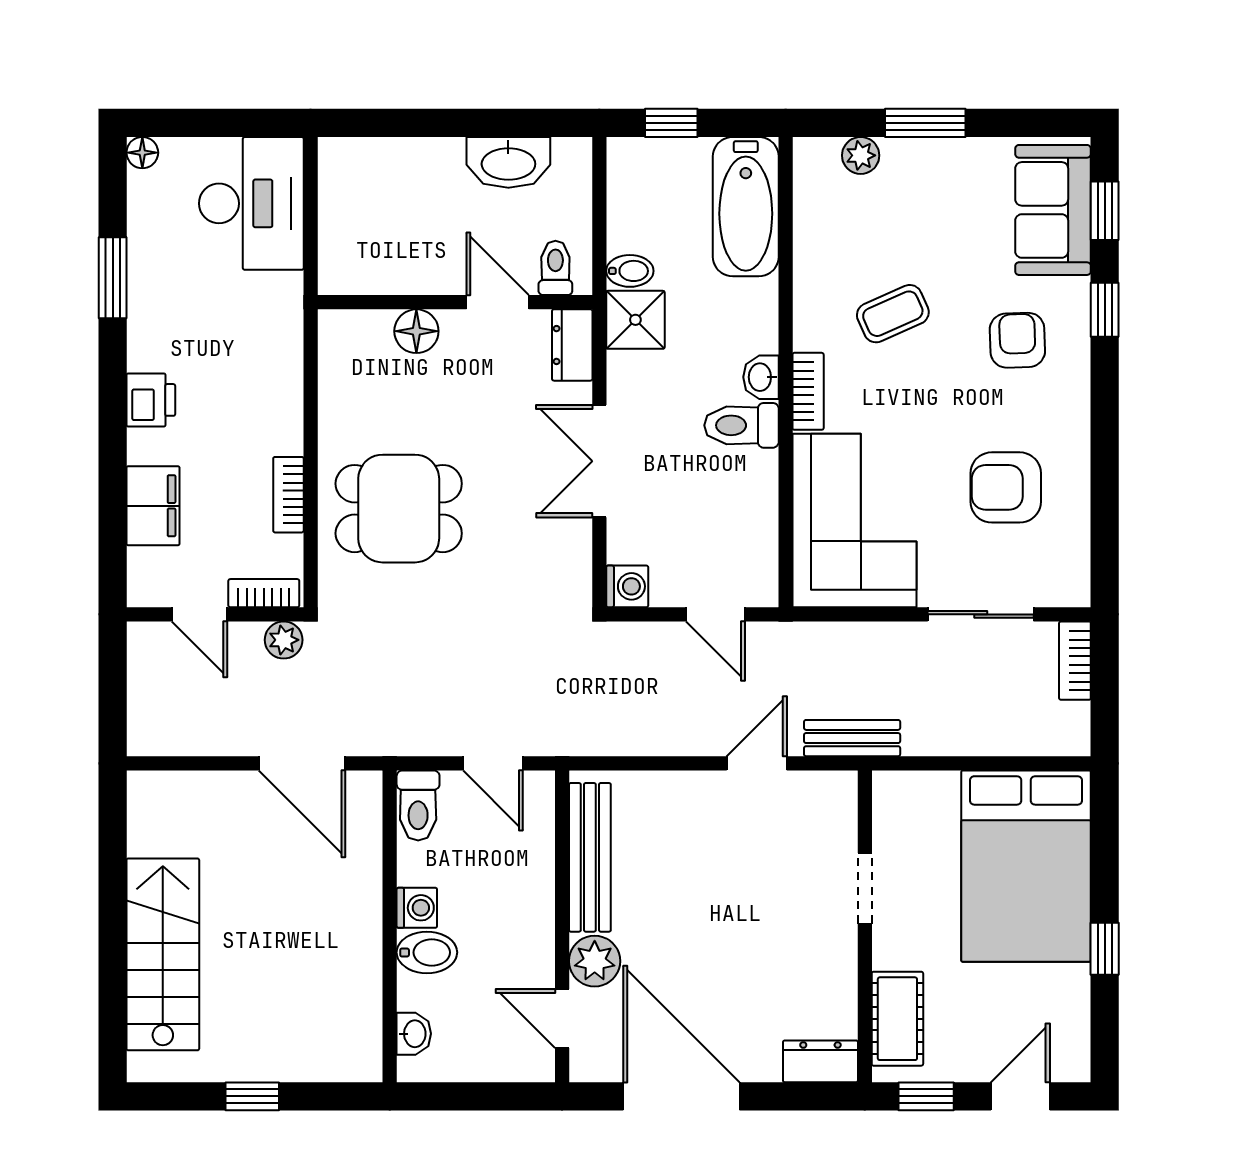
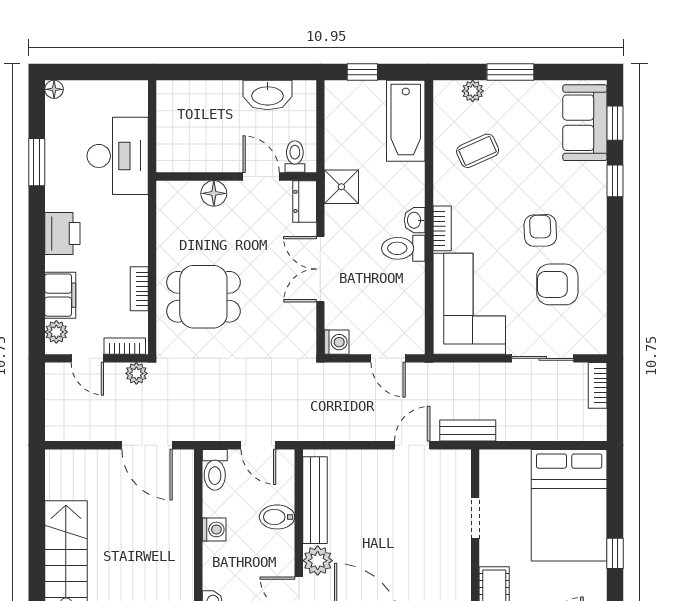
desk: (251, 203) -> (118, 156), moved
bidet: (630, 271) -> (338, 158), removed
coffee table: (893, 314) -> (478, 151), moved
armchair: (1017, 340) -> (540, 230), moved
printer: (151, 400) -> (62, 233), width x1.36, depth x1.24
plant: (146, 569) -> (56, 332), added
bidet: (427, 952) -> (277, 517), moved, turned 180

